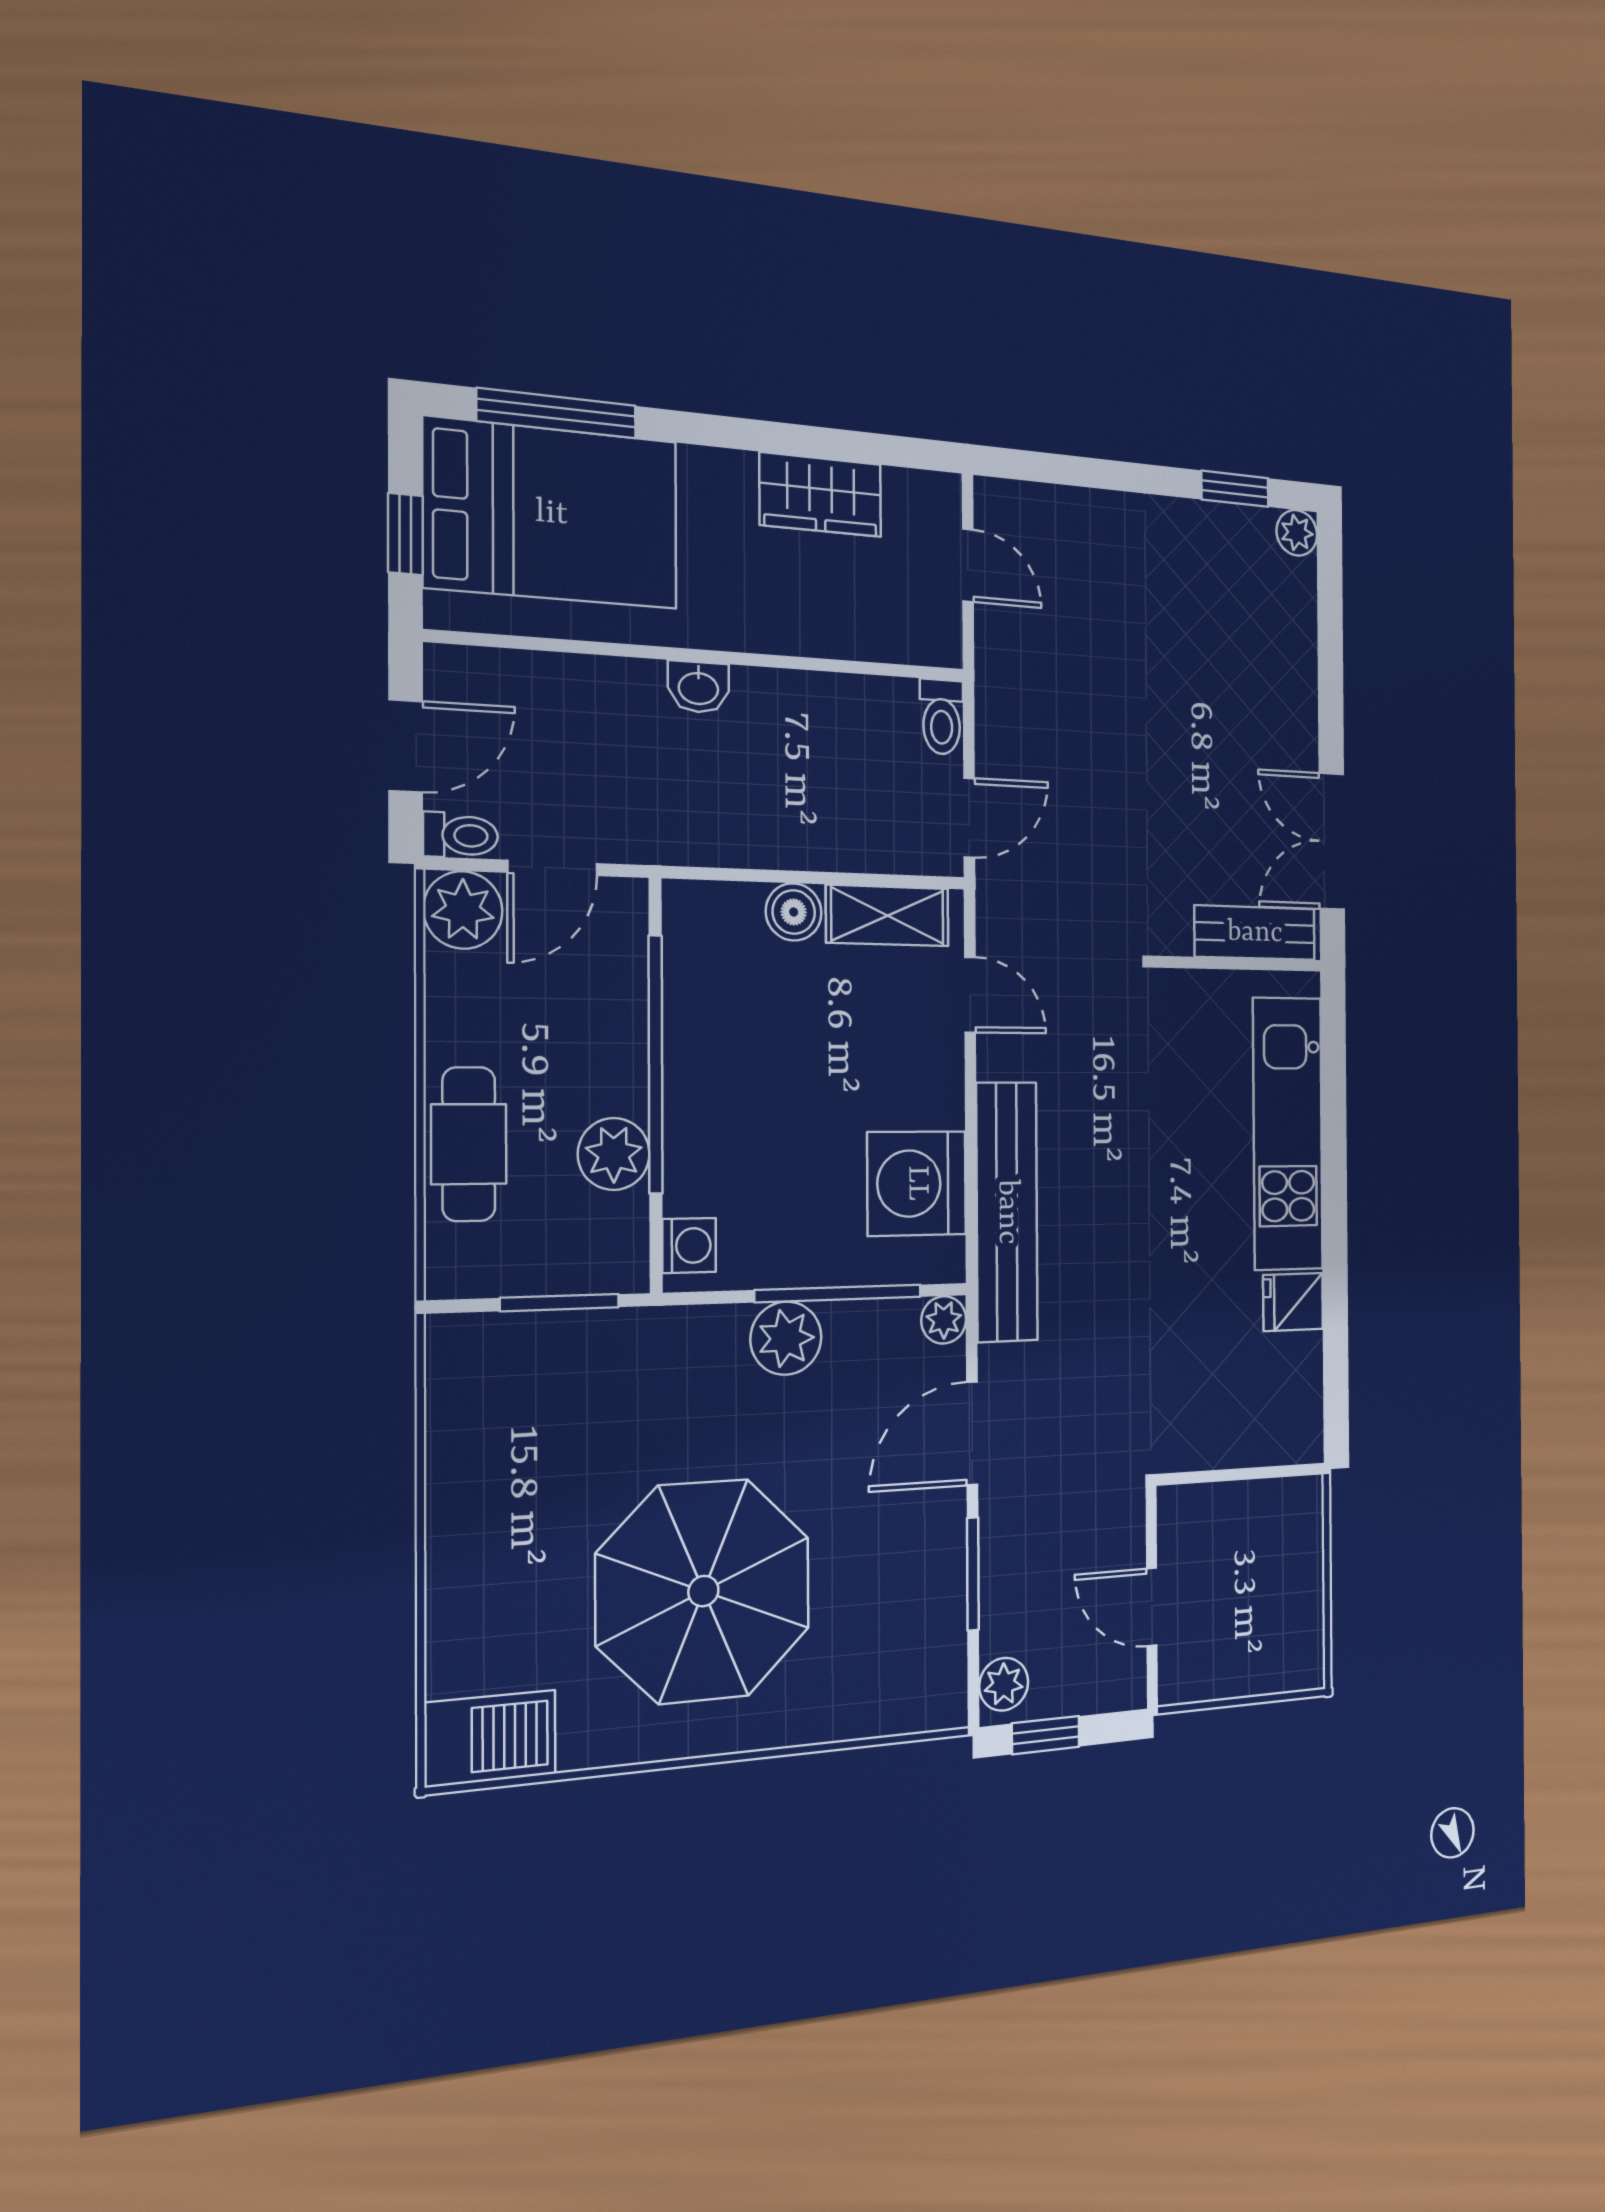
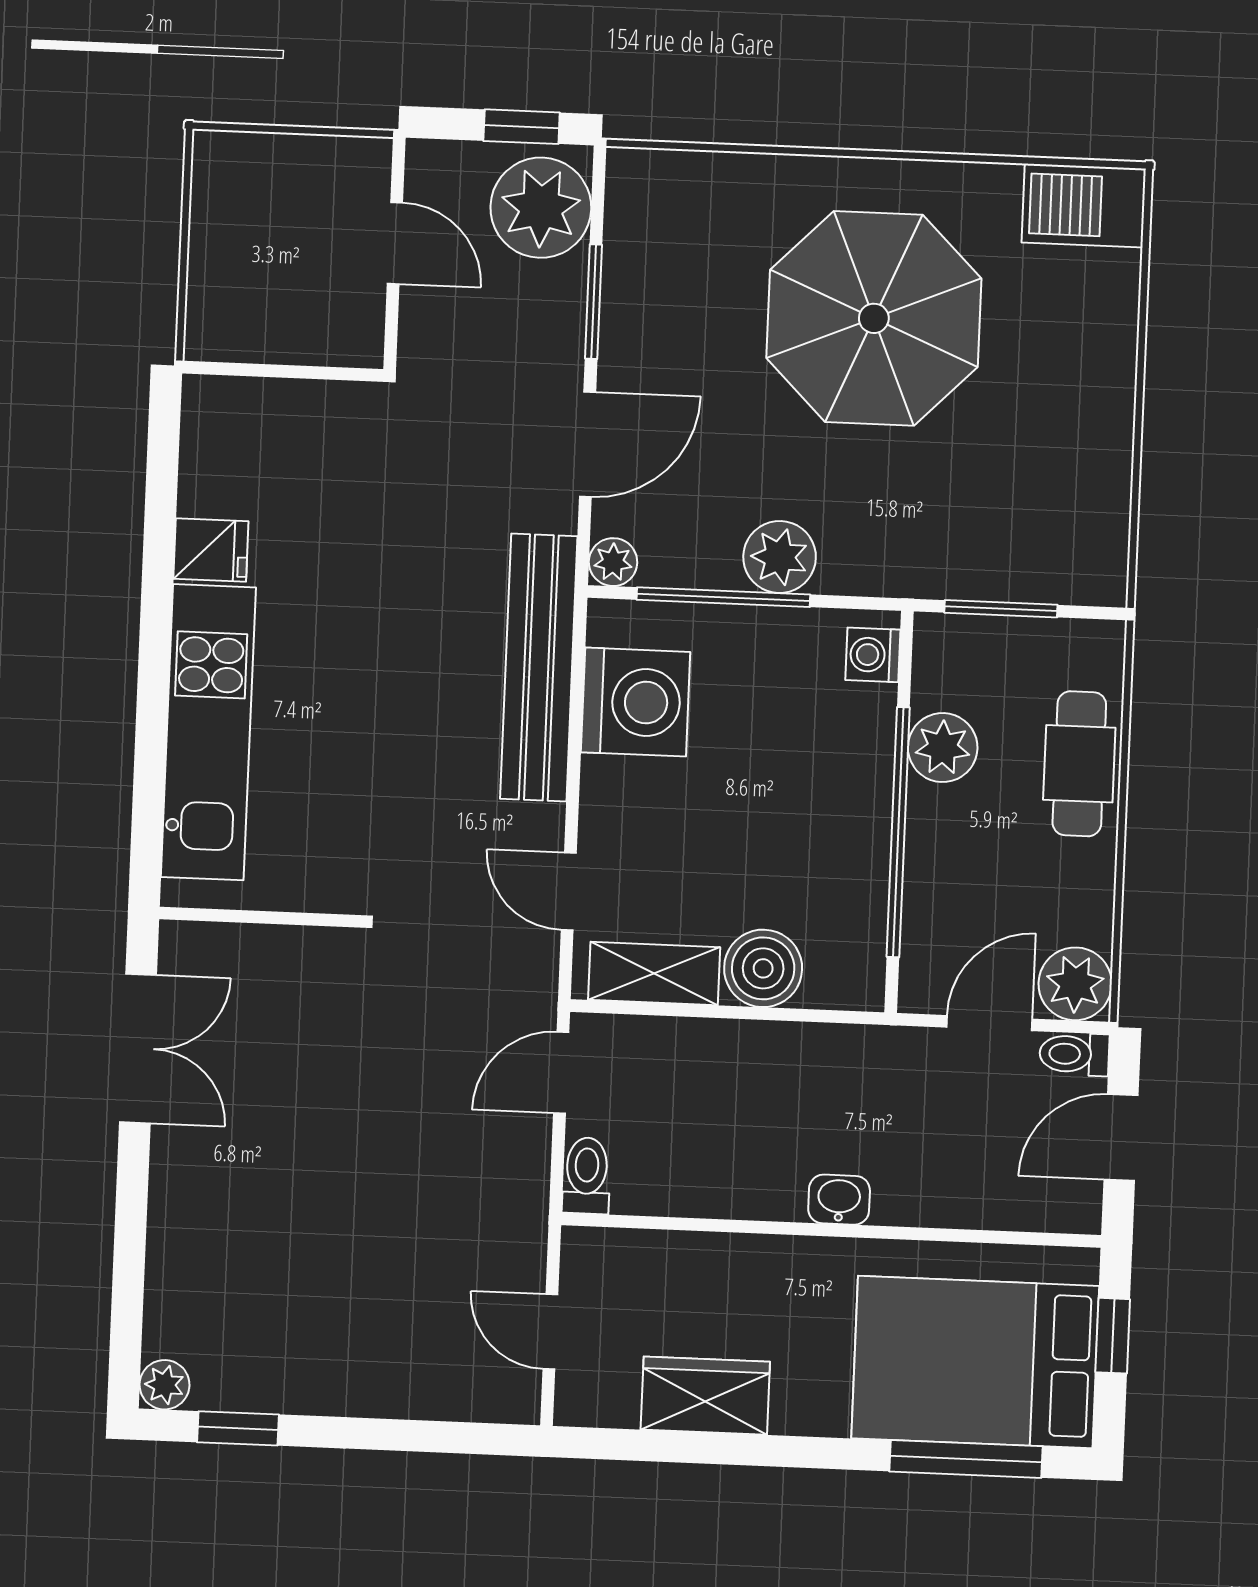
boiler: (794, 912) -> (763, 968), width x1.36, depth x1.36
bench: (1255, 933) -> (238, 950), removed
plant: (1004, 1684) -> (541, 208), width x1.87, depth x1.87

